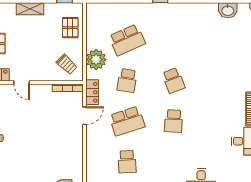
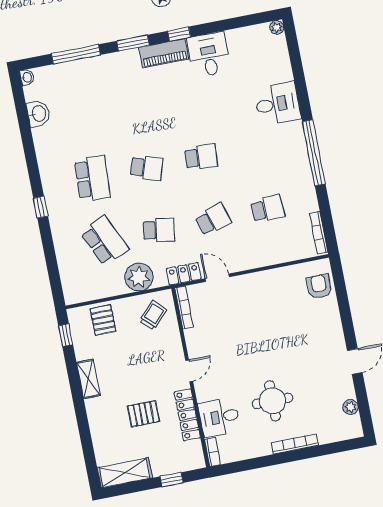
pallet: (70, 28) -> (103, 320), turned 90
school desk: (174, 40) -> (92, 179), added
school desk: (174, 80) -> (147, 168), turned 39
school desk: (127, 121) -> (213, 219), width x0.54

